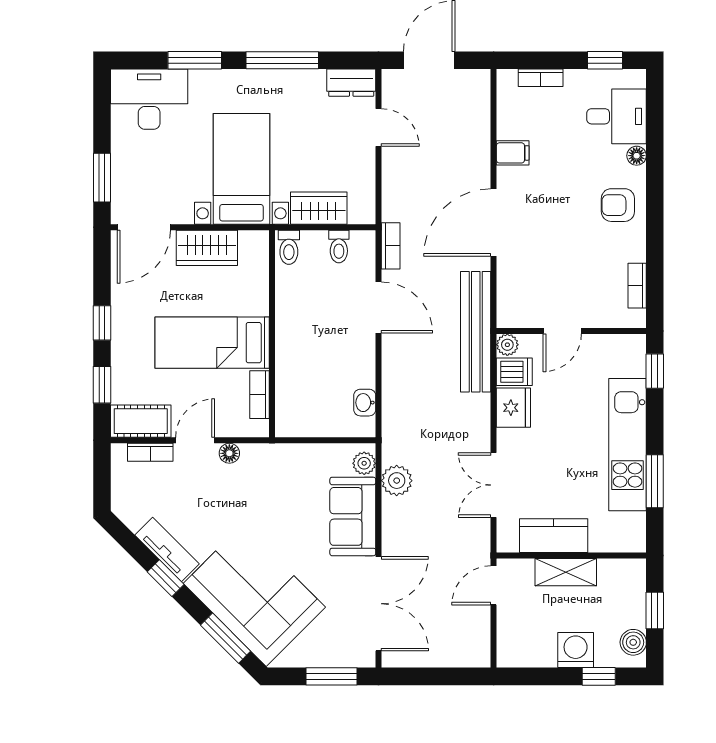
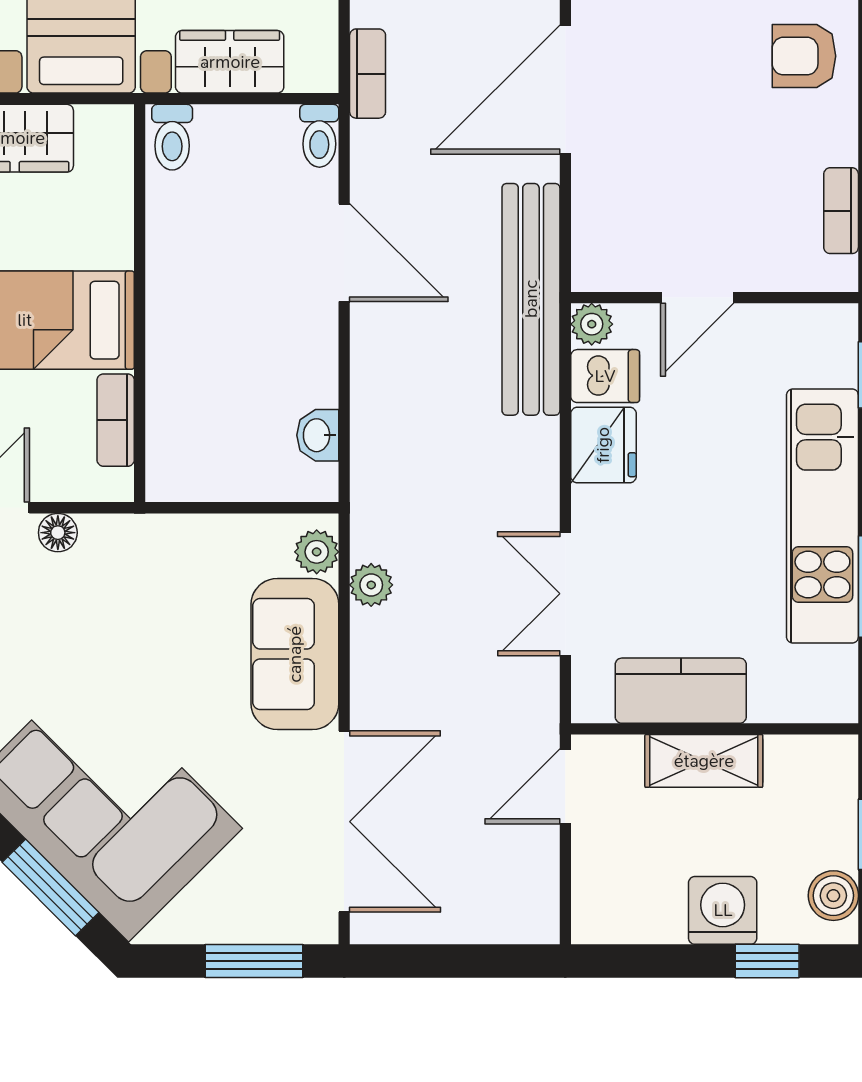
bookcase: (391, 246) -> (368, 74), moved
toilet: (339, 247) -> (319, 136), moved
plant: (397, 481) -> (371, 585), width x0.73, depth x0.73

